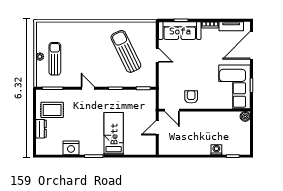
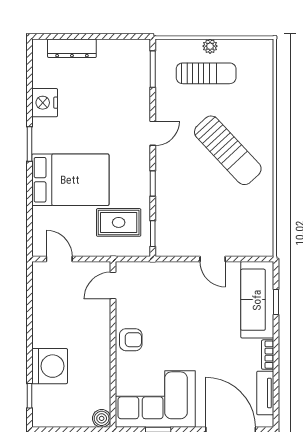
sun lounger: (126, 51) -> (228, 150), moved, turned 73
door: (157, 55) -> (213, 259), hinge flipped
armchair: (191, 97) -> (131, 340), moved
rug: (52, 110) -> (119, 222), moved, turned 90
door: (157, 128) -> (59, 259), moved
dresser: (41, 129) -> (72, 48), width x1.44
bed: (114, 134) -> (70, 180), width x1.50
washing machine: (216, 150) -> (50, 366), width x1.89, depth x1.89

